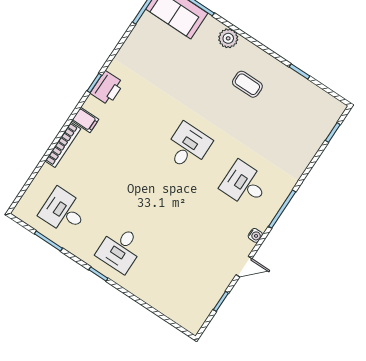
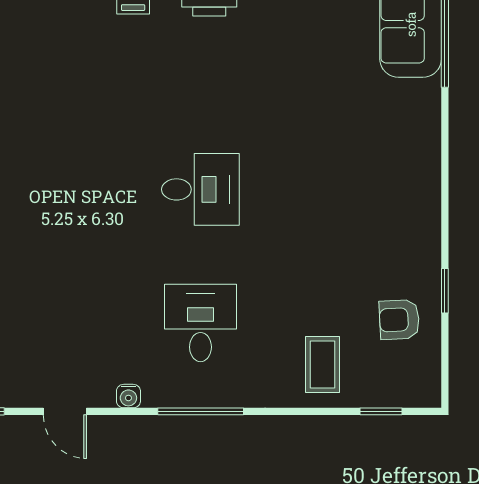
plant: (228, 38) -> (422, 138), removed
coffee table: (247, 84) -> (323, 364), moved
armchair: (299, 99) -> (399, 320), added

